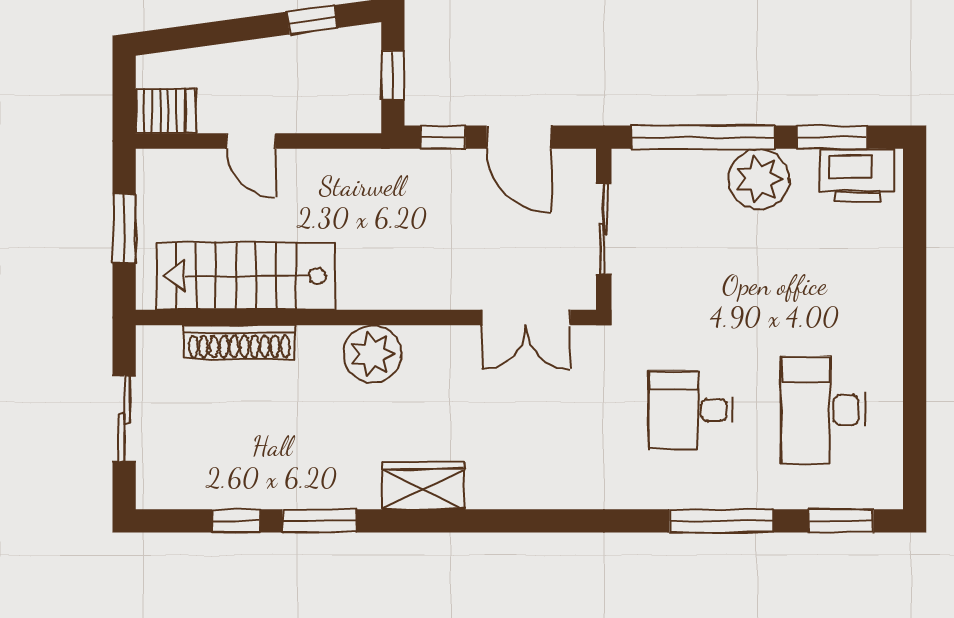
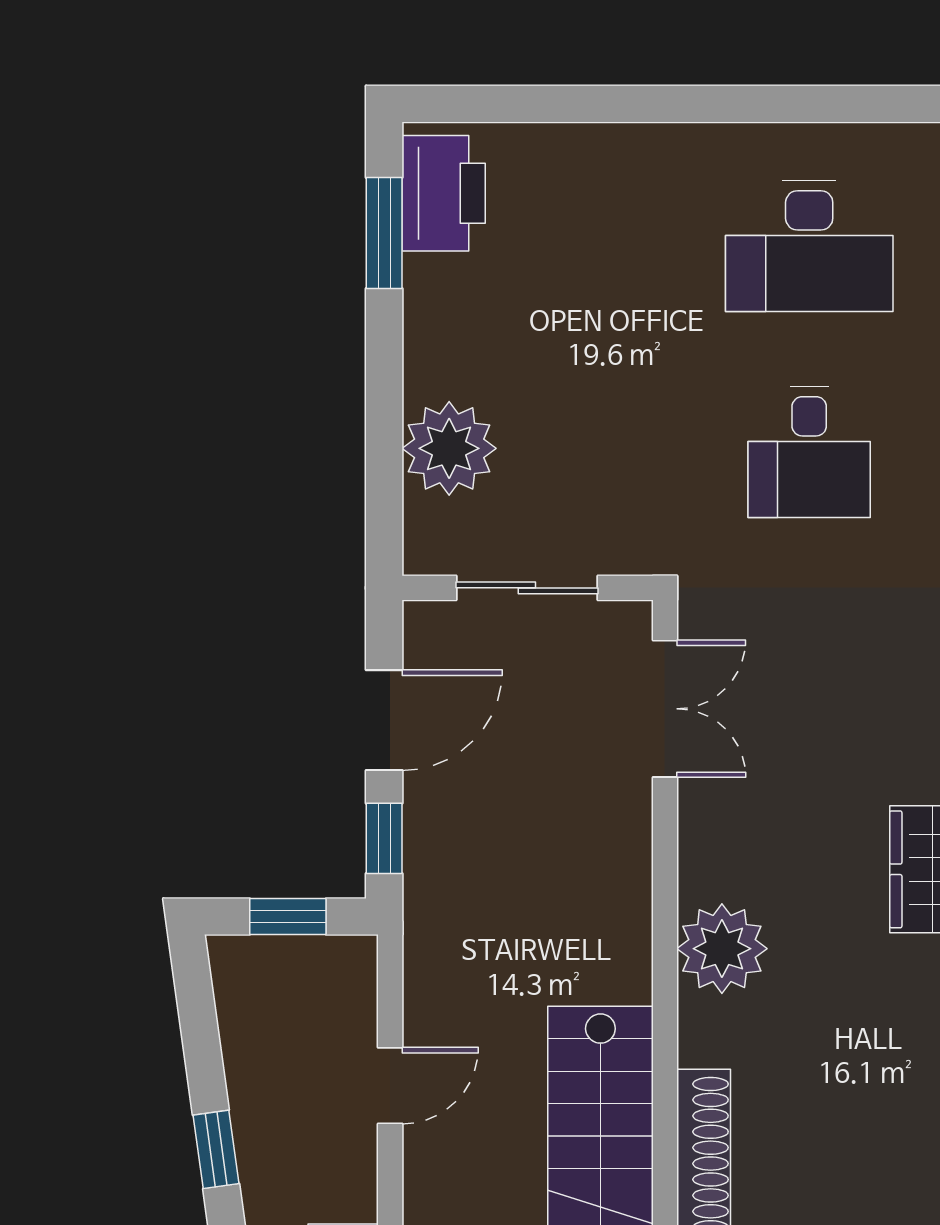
window: (312, 20) -> (216, 1149), moved
window: (703, 137) -> (384, 433), removed
door: (251, 141) -> (390, 1086), moved
plant: (759, 179) -> (449, 448), moved

